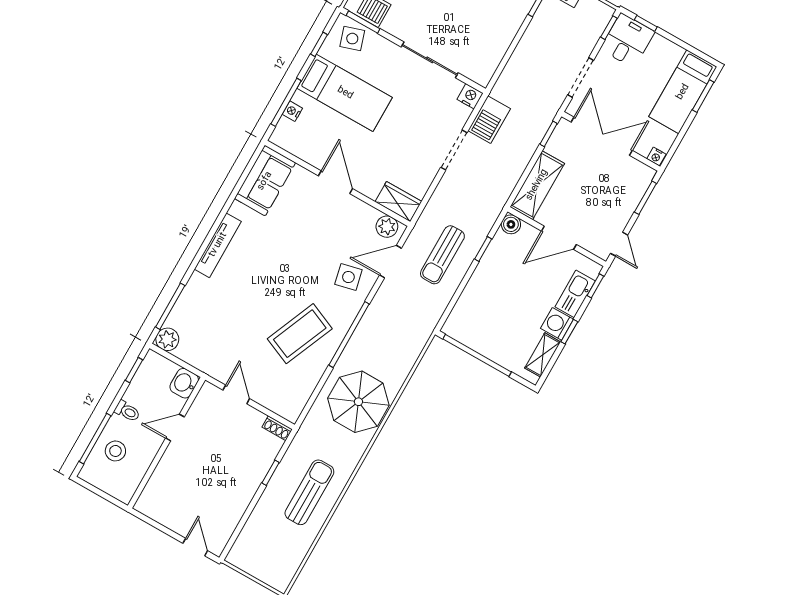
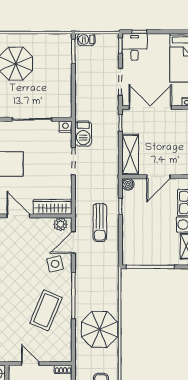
wardrobe: (398, 202) -> (53, 207), width x1.50

